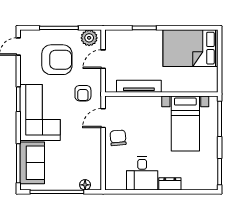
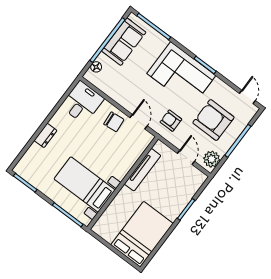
armchair: (57, 60) -> (213, 120), turned 90
sofa: (32, 163) -> (124, 42), moved, turned -90
desk: (142, 173) -> (82, 102), moved, turned 90

